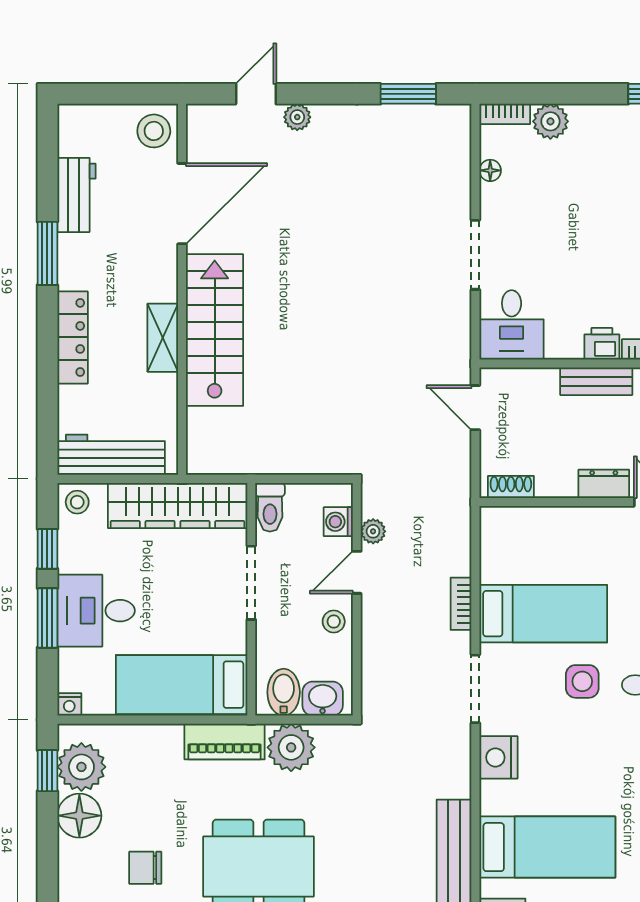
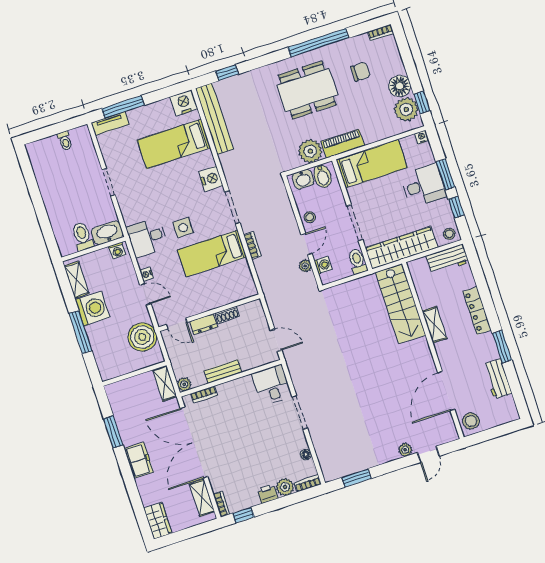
stairs: (215, 330) -> (400, 304), moved
printer: (602, 344) -> (267, 494), moved, turned 180
workbench: (111, 455) -> (448, 259), width x0.73
shoe rack: (511, 487) -> (227, 315), moved

